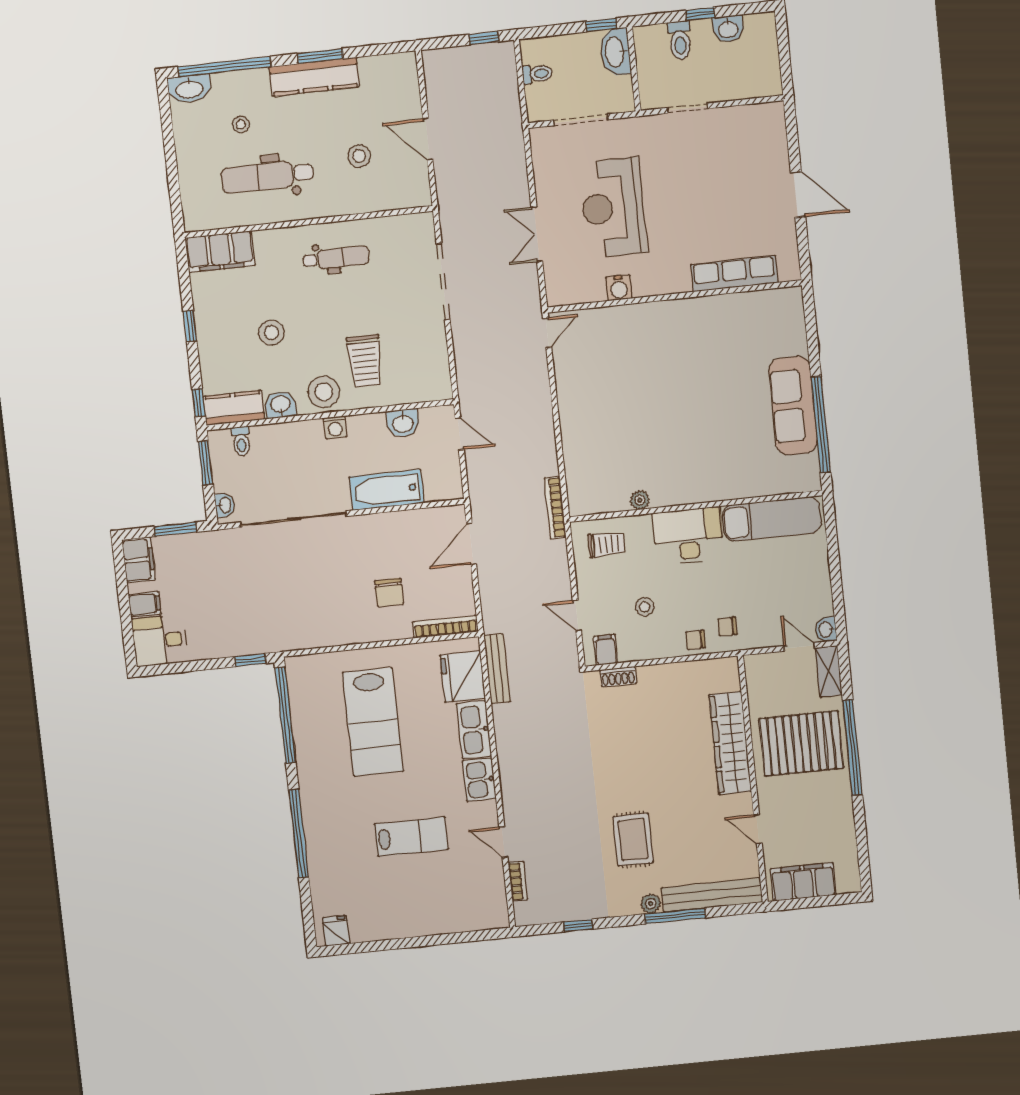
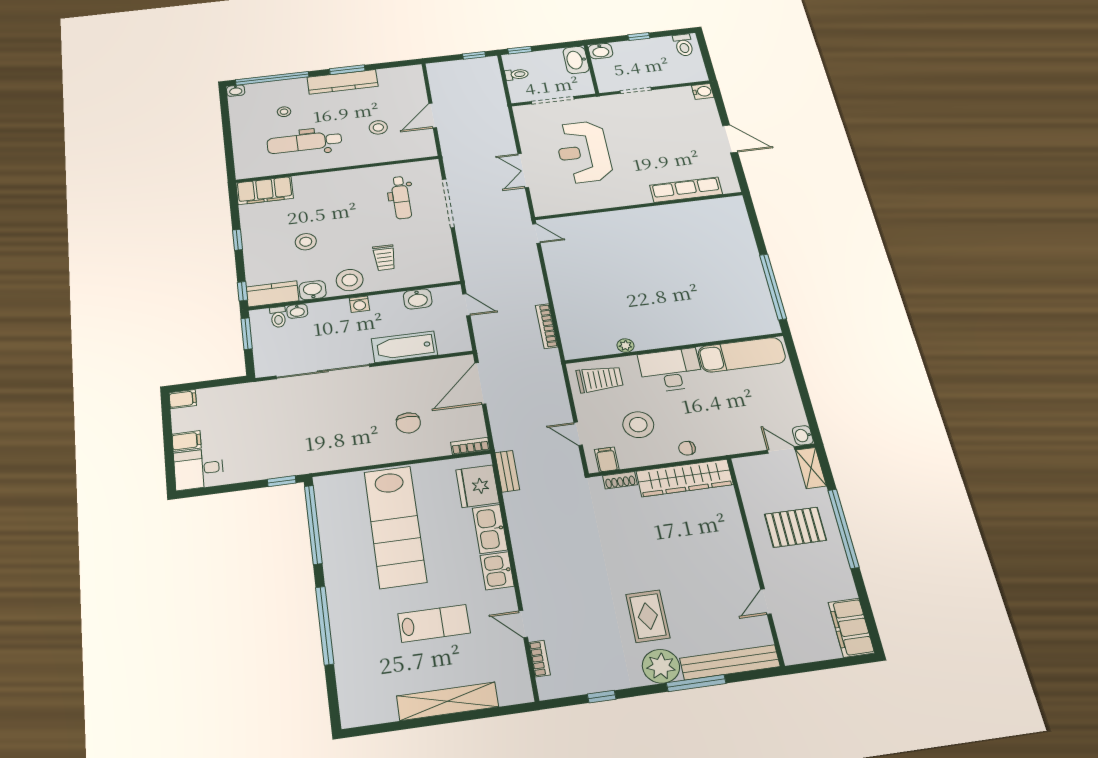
window: (601, 25) -> (520, 50), moved
washbasin: (728, 29) -> (601, 51), moved
toilet: (680, 40) -> (684, 45), moved
washbasin: (189, 89) -> (236, 91), width x0.52, depth x0.69
door: (428, 139) -> (433, 116), hinge flipped
dental chair: (336, 258) -> (401, 198), moved, turned 90
water cooler: (619, 288) -> (703, 91), moved, turned -90
door: (547, 333) -> (536, 234), hinge flipped
trolley: (365, 361) -> (384, 258), width x0.73, depth x0.72
sofa: (793, 406) -> (748, 275), removed
washbasin: (225, 505) -> (297, 311), moved, turned 90
bookcase: (555, 508) -> (547, 326), moved
window: (175, 529) -> (218, 383), removed
door: (471, 544) -> (480, 383), width x1.36
trolley: (607, 544) -> (600, 379), width x1.36, depth x1.39
filing cabinet: (139, 560) -> (183, 399), width x0.50
stool: (645, 607) -> (638, 425), width x1.89, depth x1.89
chair: (728, 626) -> (714, 437), removed
bookcase: (445, 627) -> (470, 446), width x0.64
bench: (497, 669) -> (507, 471), width x0.73
lab bench: (373, 722) -> (395, 527), width x1.36
wardrobe: (730, 743) -> (685, 478), moved, turned -90
pallet: (801, 743) -> (795, 527), width x0.73, depth x0.71
door: (758, 829) -> (766, 602), hinge flipped
filing cabinet: (803, 882) -> (851, 628), moved, turned -90
plant: (651, 904) -> (661, 666), width x1.88, depth x1.88
shelving: (423, 923) -> (448, 701), added
fridge: (336, 931) -> (361, 713), removed

